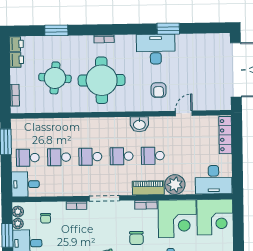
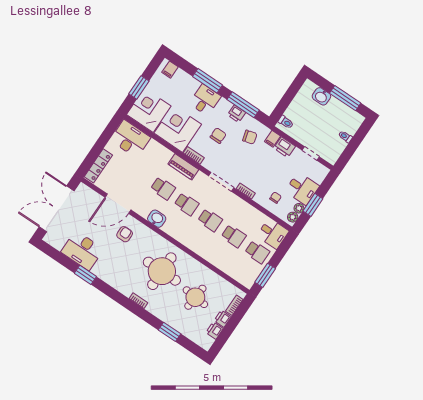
printer: (16, 44) -> (223, 319), moved
desk: (156, 49) -> (82, 251), moved
door: (184, 113) -> (118, 204), width x1.87
plant: (175, 185) -> (162, 155), removed
window: (238, 231) -> (139, 87), added

